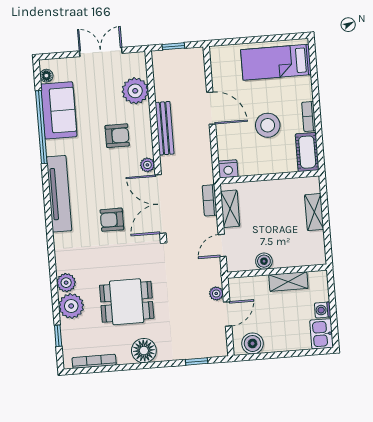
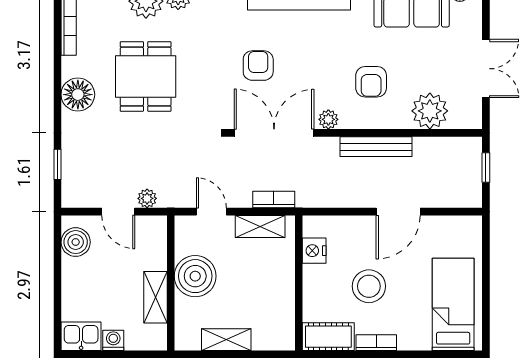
nightstand: (228, 169) -> (314, 251), moved
shelving: (314, 212) -> (226, 340), moved
boiler: (264, 261) -> (195, 276), width x1.86, depth x1.86

